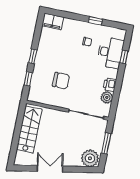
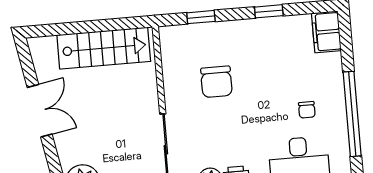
window: (95, 21) -> (352, 114), width x3.17
window: (33, 56) -> (269, 11), moved

